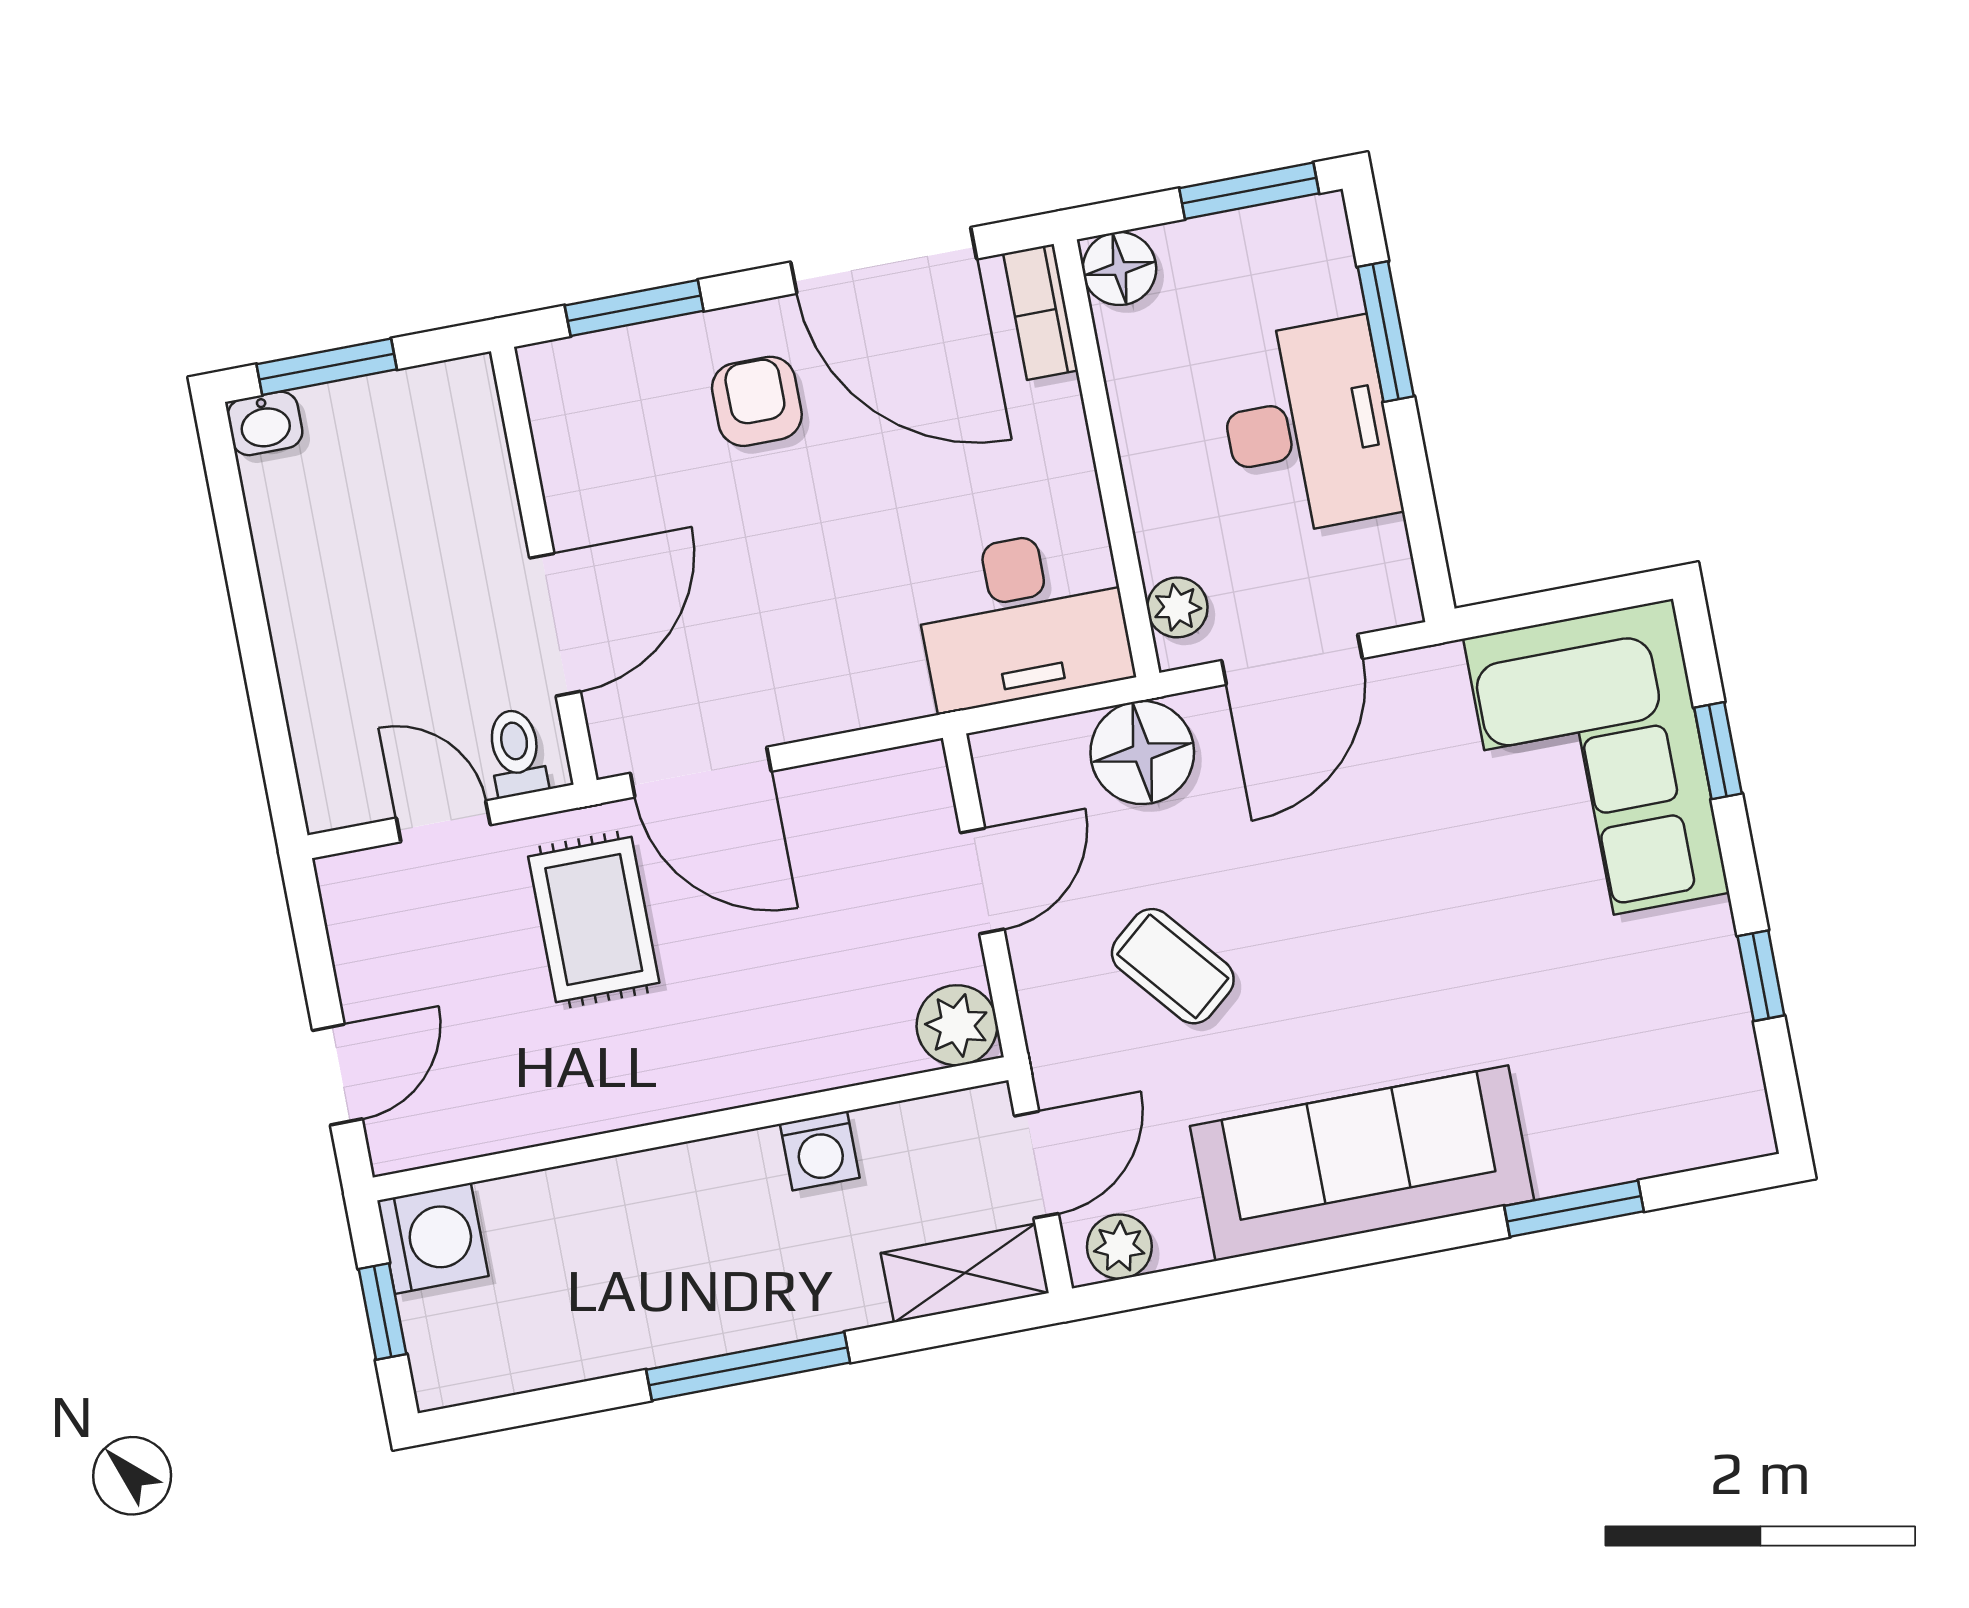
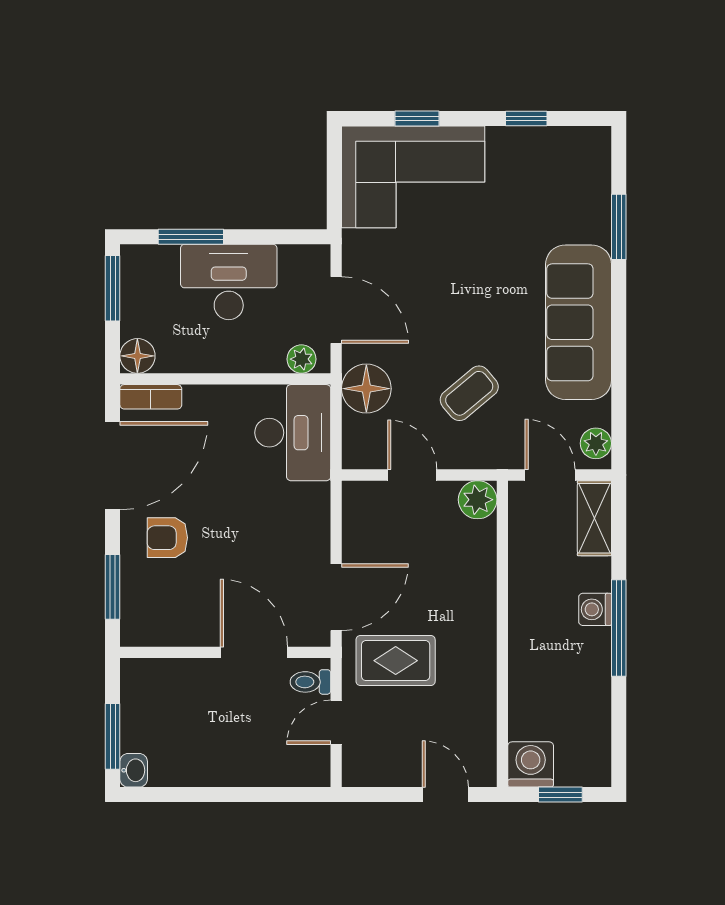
washing machine: (820, 1151) -> (595, 609), moved, turned 180

